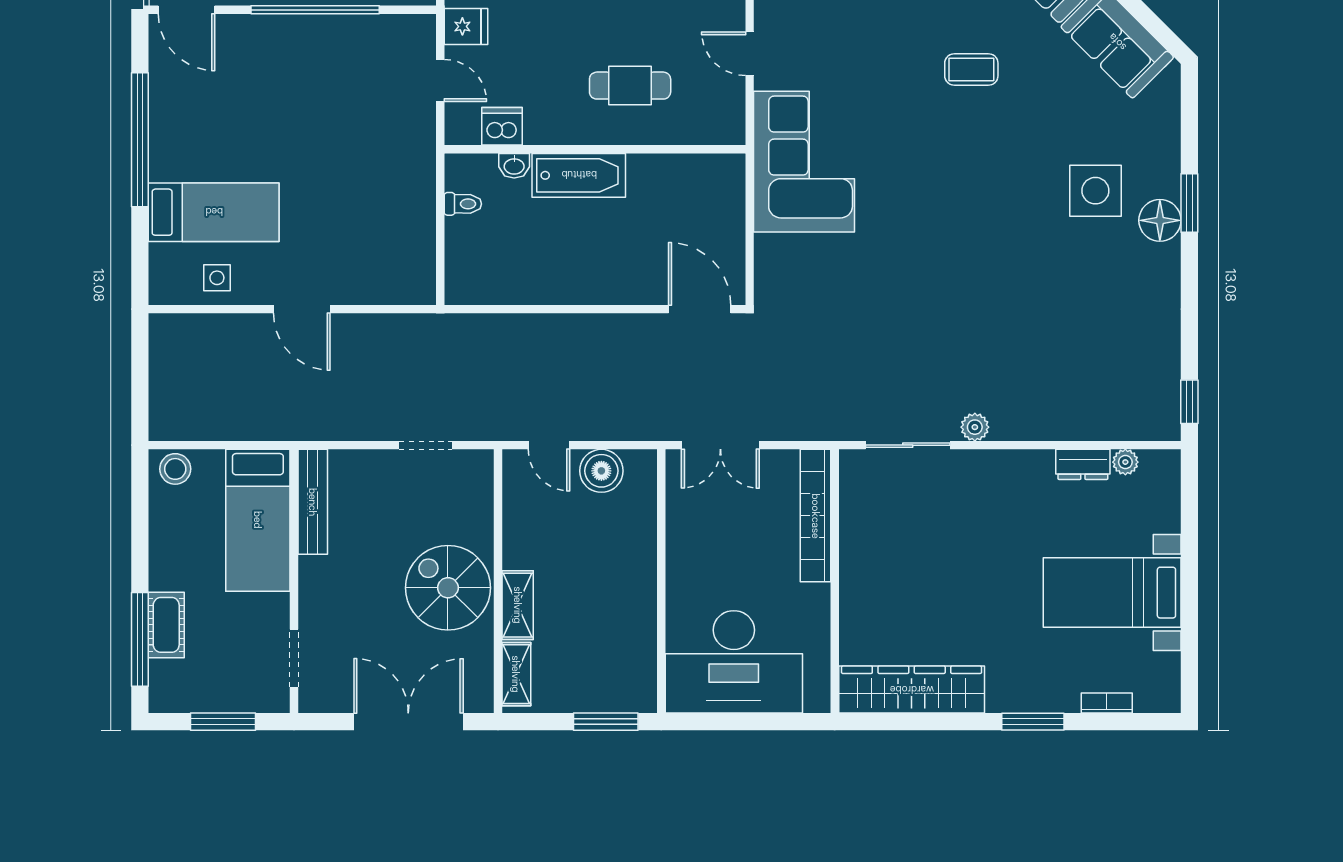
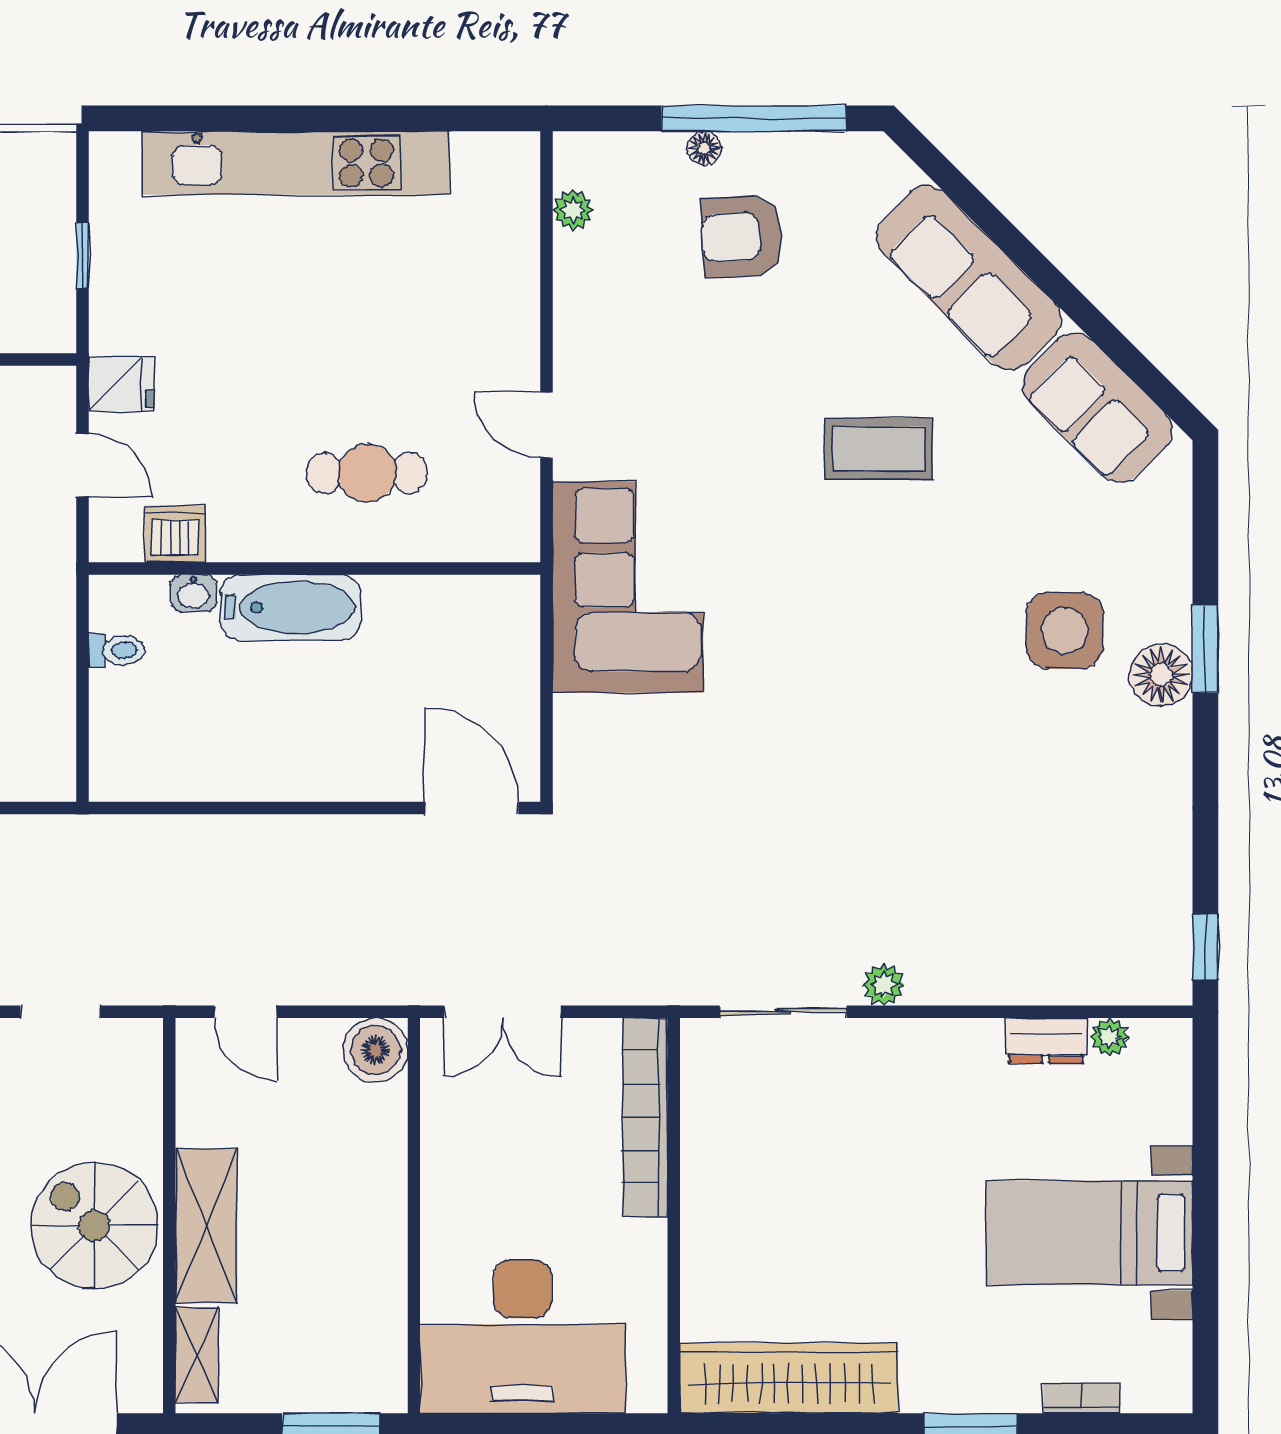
coffee table: (971, 69) -> (879, 449), width x1.36, depth x1.30
boiler: (601, 471) -> (375, 1050), moved
shelving: (518, 605) -> (206, 1226), width x1.50, depth x1.33

